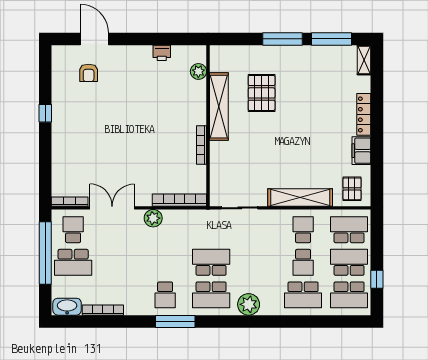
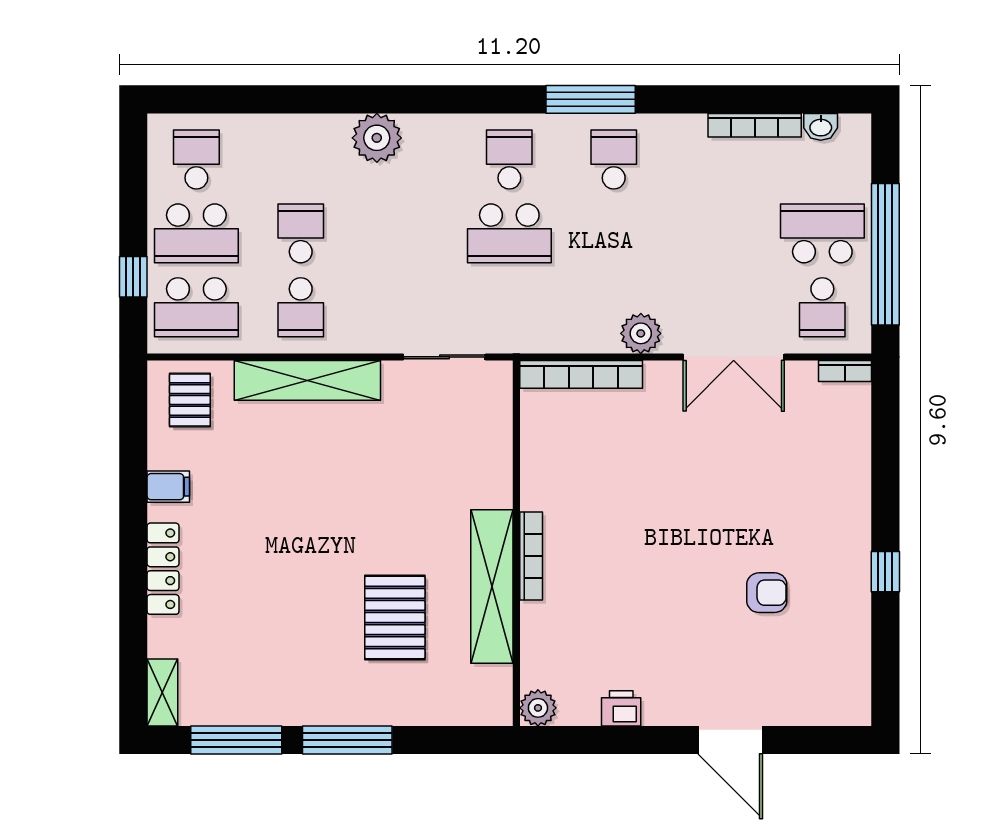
door: (94, 39) -> (730, 740), moved
plant: (198, 71) -> (538, 708), moved
armchair: (89, 73) -> (767, 593), moved, turned 90
bookcase: (202, 145) -> (531, 556), moved
filing cabinet: (361, 151) -> (168, 487), width x0.50
bookcase: (70, 202) -> (845, 371), width x0.64
window: (377, 279) -> (133, 277), moved
school desk: (211, 295) -> (509, 160), width x0.54
school desk: (303, 295) -> (301, 160), removed
school desk: (349, 295) -> (196, 160), width x0.54
plant: (249, 304) -> (377, 138), moved
washbasin: (67, 307) -> (821, 127), width x0.52, depth x0.69

